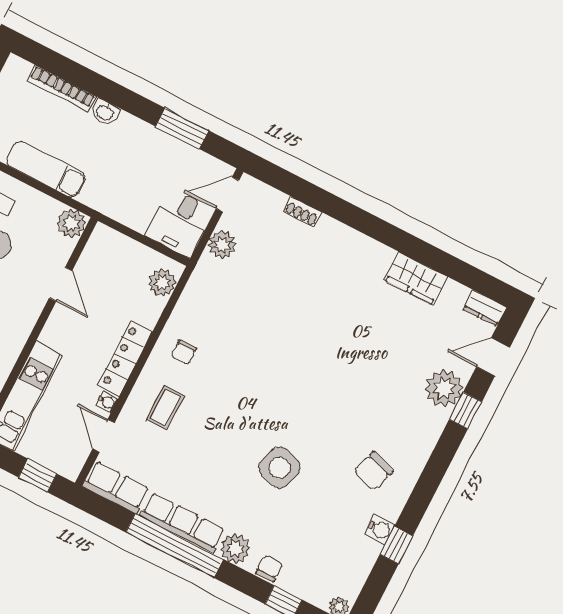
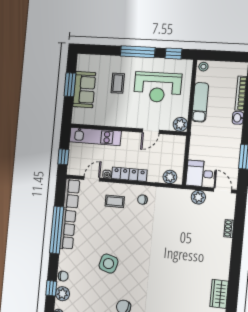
plant: (235, 549) -> (62, 294), moved

